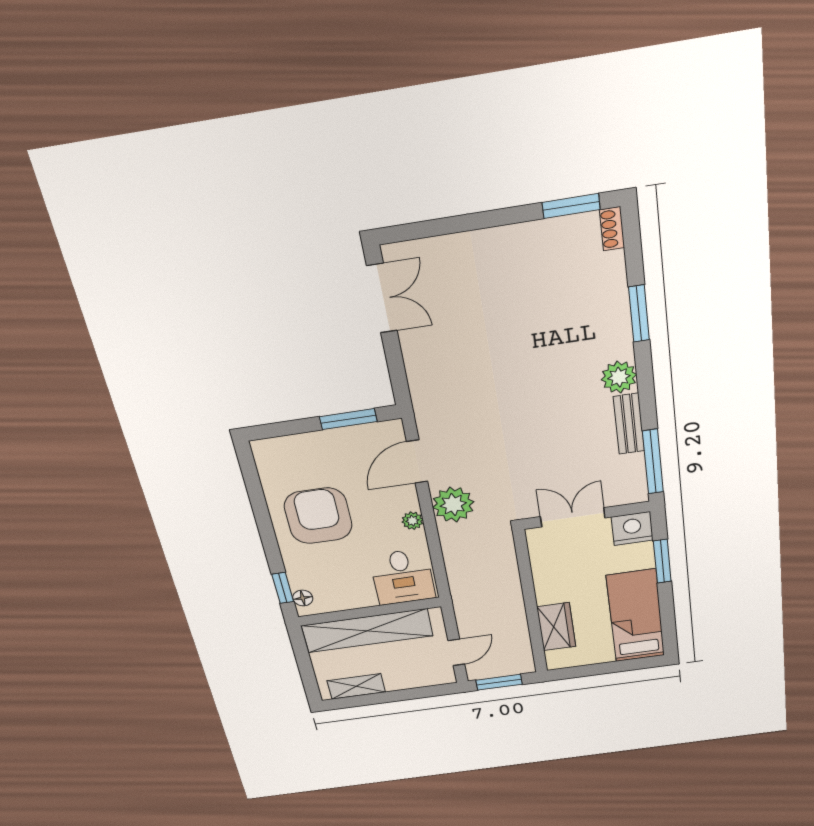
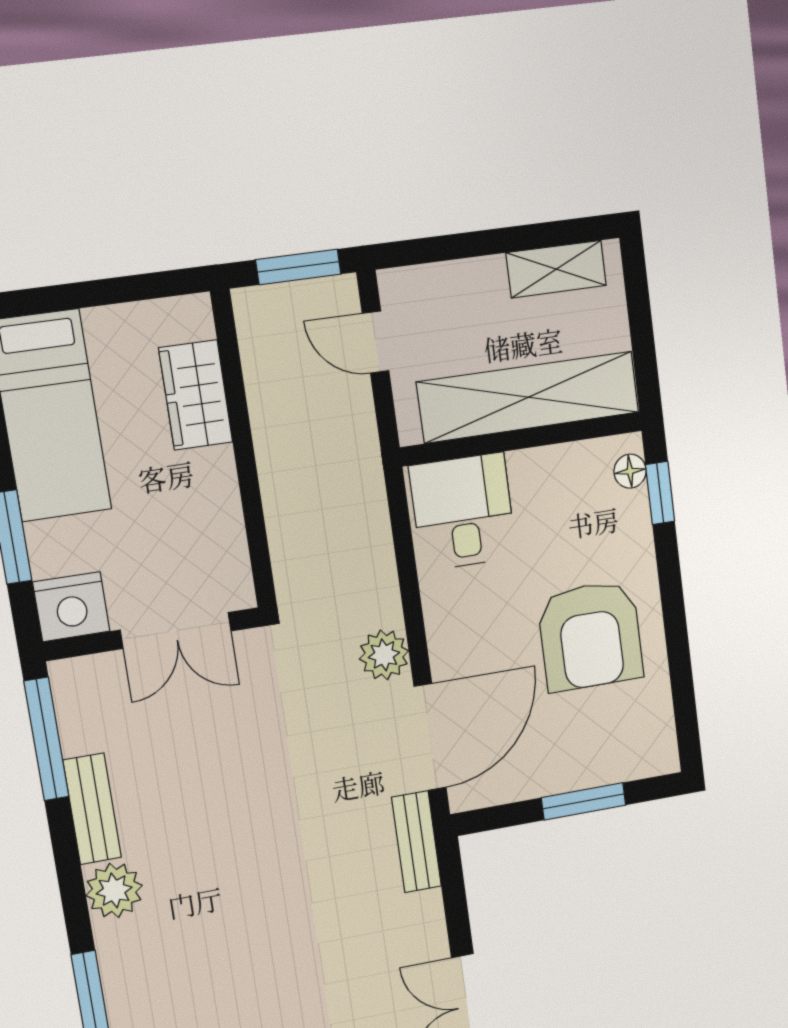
bench: (423, 402) -> (416, 842), added
window: (348, 419) -> (584, 801), moved
door: (417, 462) -> (430, 737), width x1.36
plant: (453, 505) -> (384, 655), width x0.73, depth x0.73
plant: (412, 521) -> (442, 625), removed
door: (456, 652) -> (376, 342), hinge flipped

